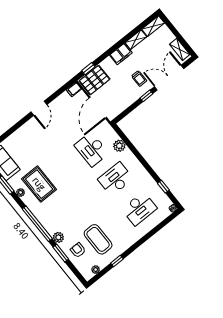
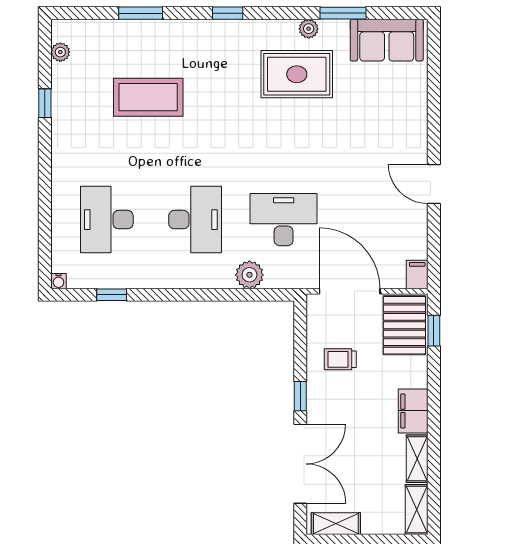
trolley: (139, 78) -> (340, 359), moved
window: (37, 224) -> (228, 13), width x0.32
plant: (58, 237) -> (173, 32), removed
coffee table: (98, 239) -> (148, 97), moved
armchair: (78, 250) -> (121, 48), removed

